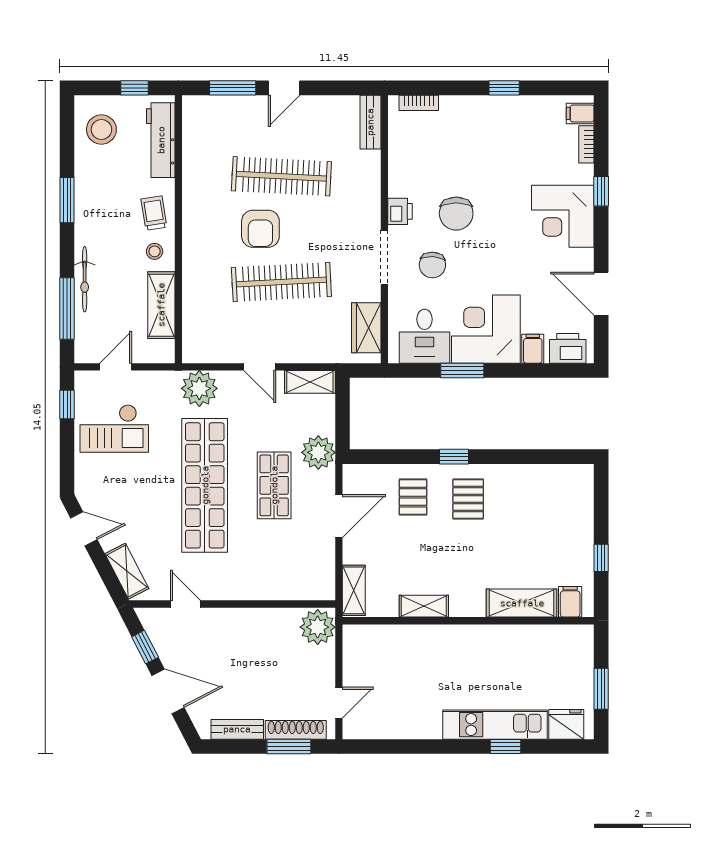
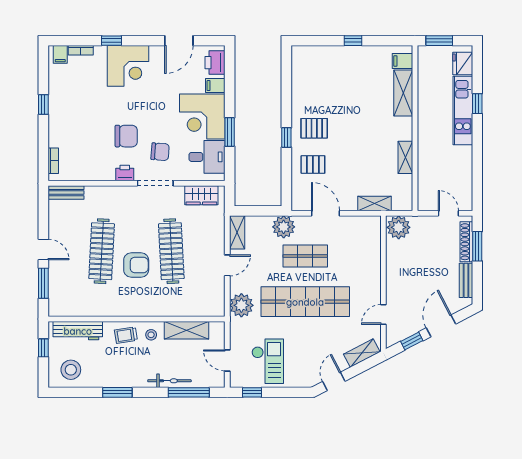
filing cabinet: (570, 602) -> (402, 61), moved
shelving: (522, 603) -> (403, 93), moved
shelving: (424, 606) -> (405, 157), moved
wall: (468, 621) -> (415, 128), moved

